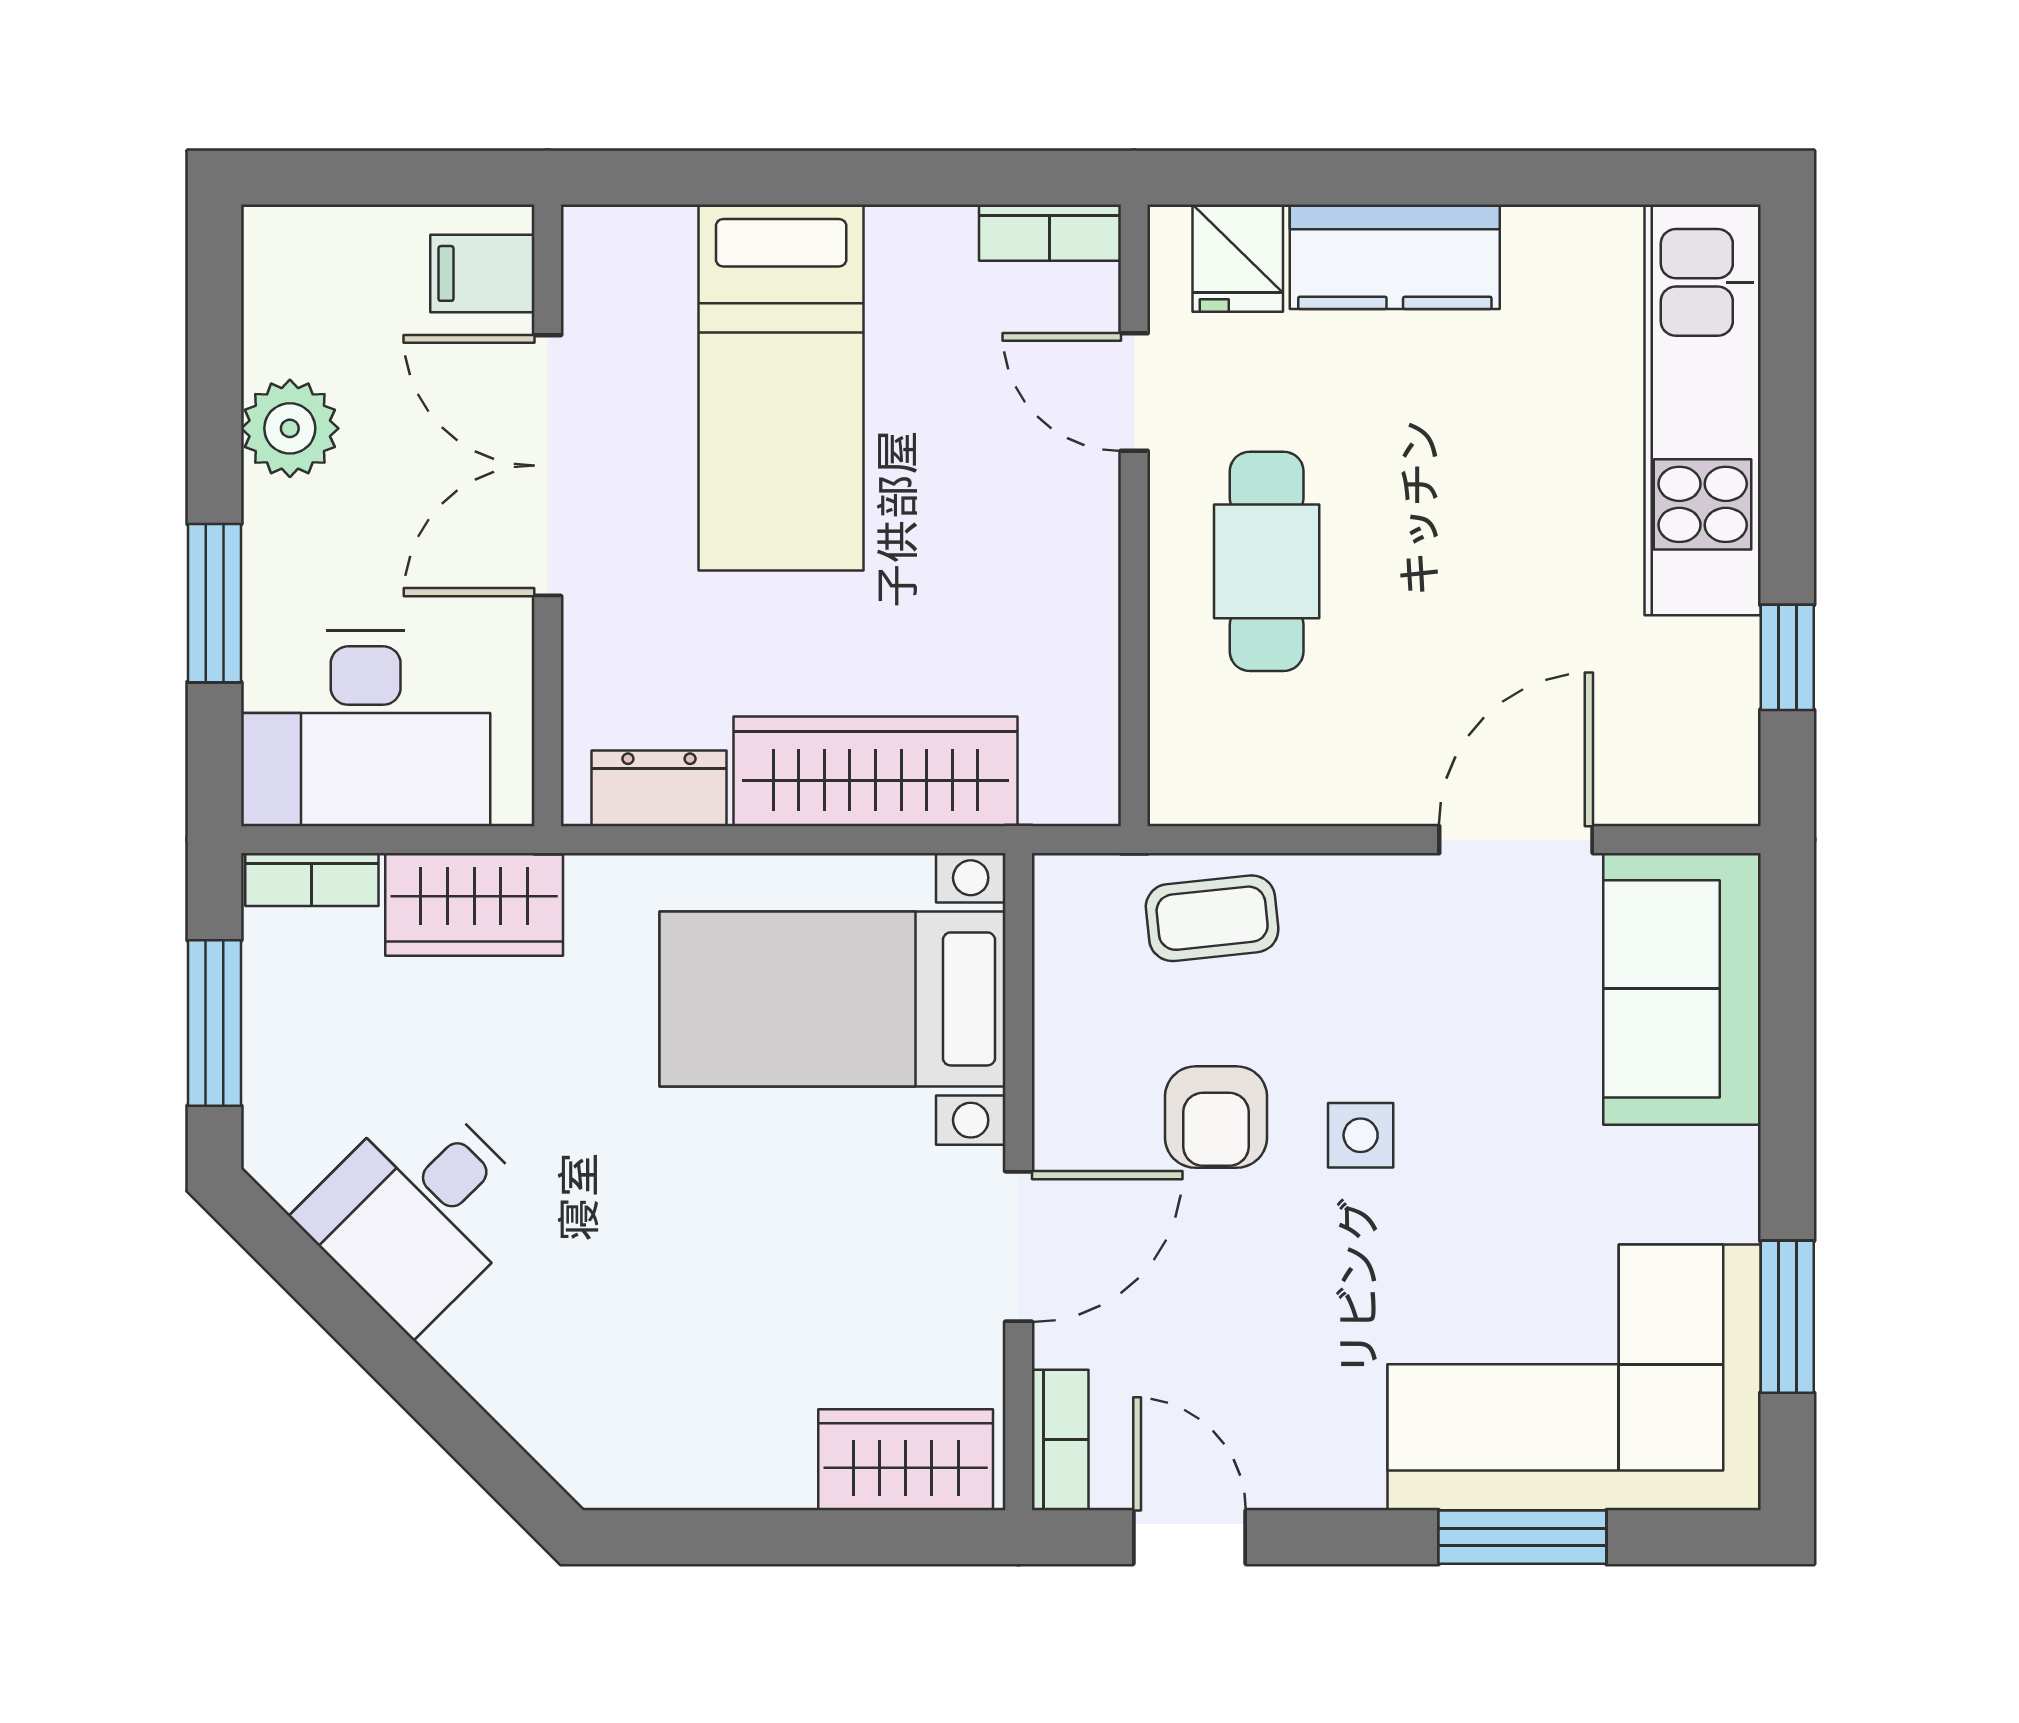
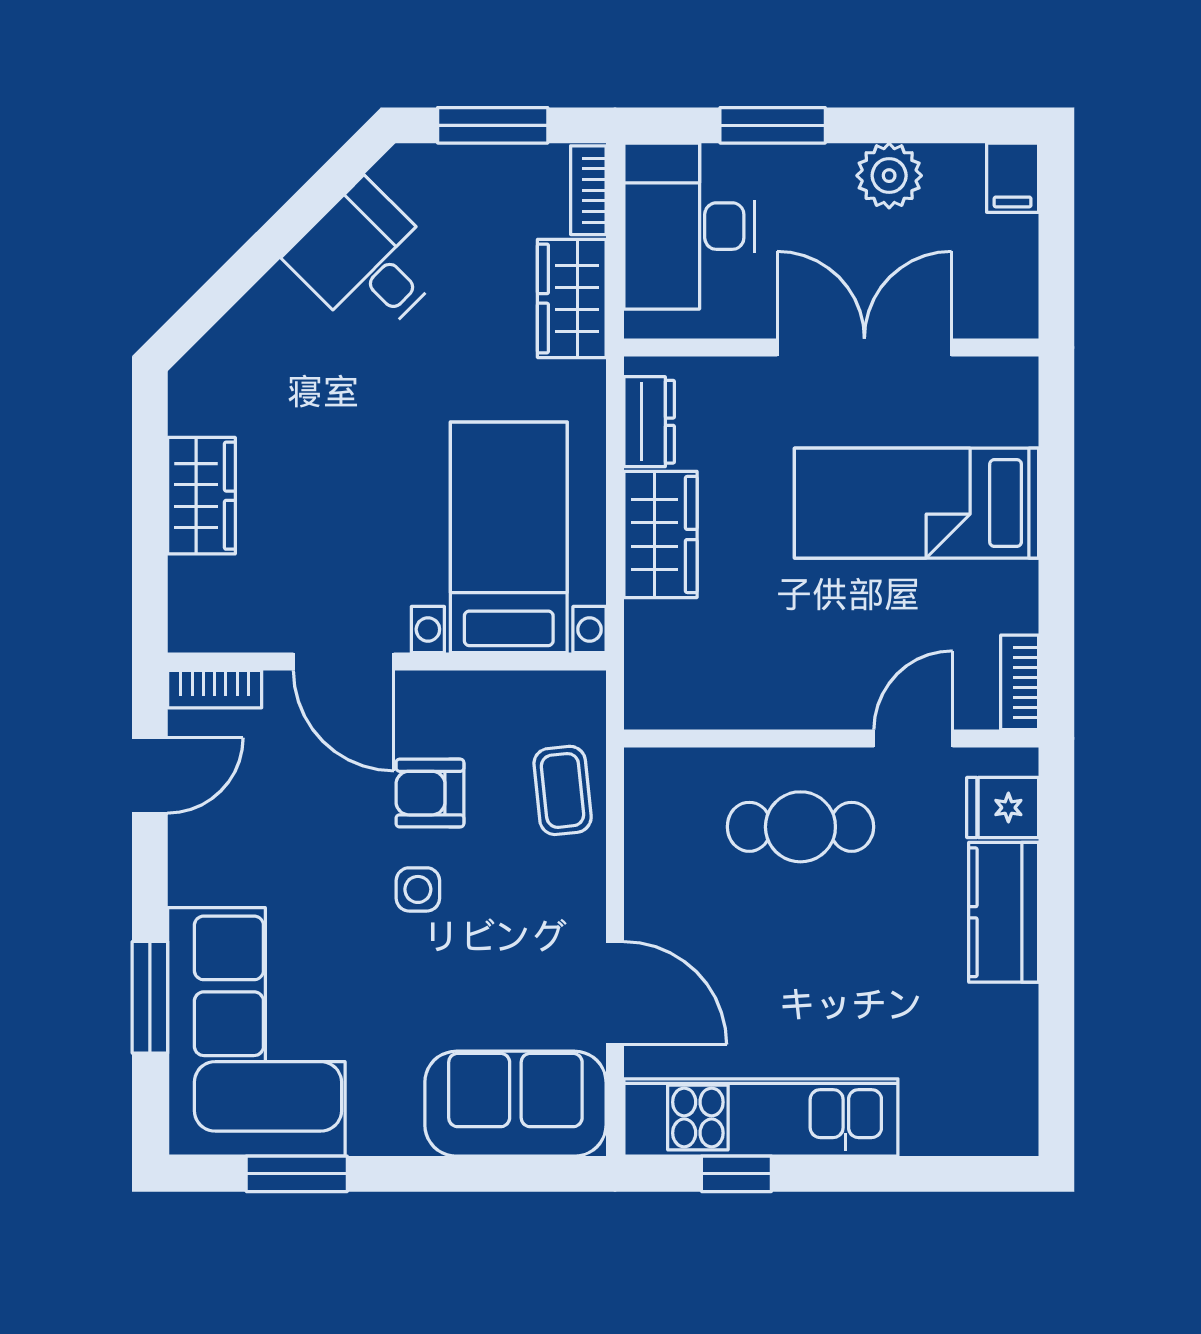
filing cabinet: (482, 273) -> (1013, 178), moved, turned 180
kitchen unit: (1703, 410) -> (761, 1117), moved
wardrobe: (875, 771) -> (660, 534), width x0.67
wardrobe: (906, 1460) -> (201, 496), moved

